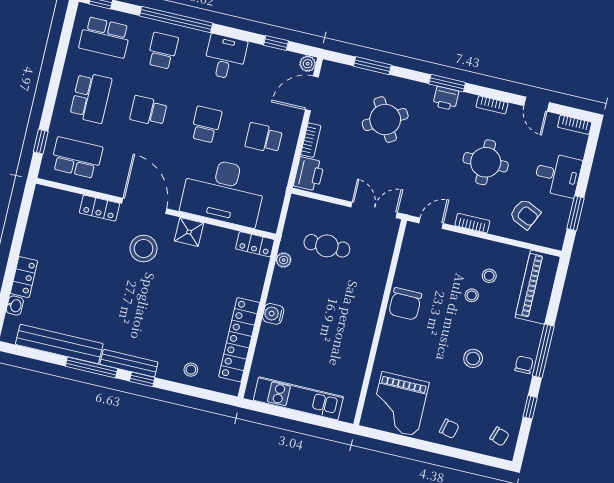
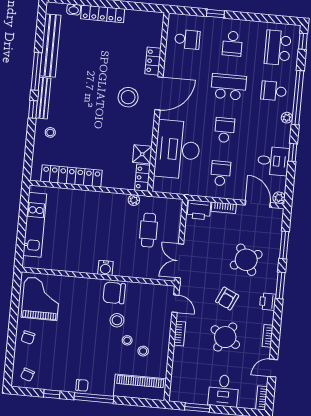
plant: (201, 38) -> (287, 118), added
window: (276, 43) -> (293, 152), moved
school desk: (163, 51) -> (274, 91), turned 180
desk: (225, 57) -> (273, 161), moved
window: (447, 83) -> (280, 285), moved
school desk: (91, 97) -> (233, 44), width x0.54
school desk: (148, 111) -> (228, 87), width x1.85
school desk: (206, 125) -> (224, 130), turned -90
window: (41, 142) -> (215, 14), moved
school desk: (77, 158) -> (187, 39), width x0.54
round table: (486, 162) -> (225, 337), turned 31
double door: (374, 210) -> (179, 261), swing flipped
armchair: (525, 214) -> (227, 299), moved
shower: (189, 232) -> (142, 154), moved
locker: (24, 277) -> (103, 14), width x1.53
water cooler: (273, 314) -> (105, 268), moved, turned 180
stool: (473, 358) -> (117, 320), moved
stool: (191, 370) -> (50, 132), moved
grand piano: (399, 404) -> (41, 299), turned 90

